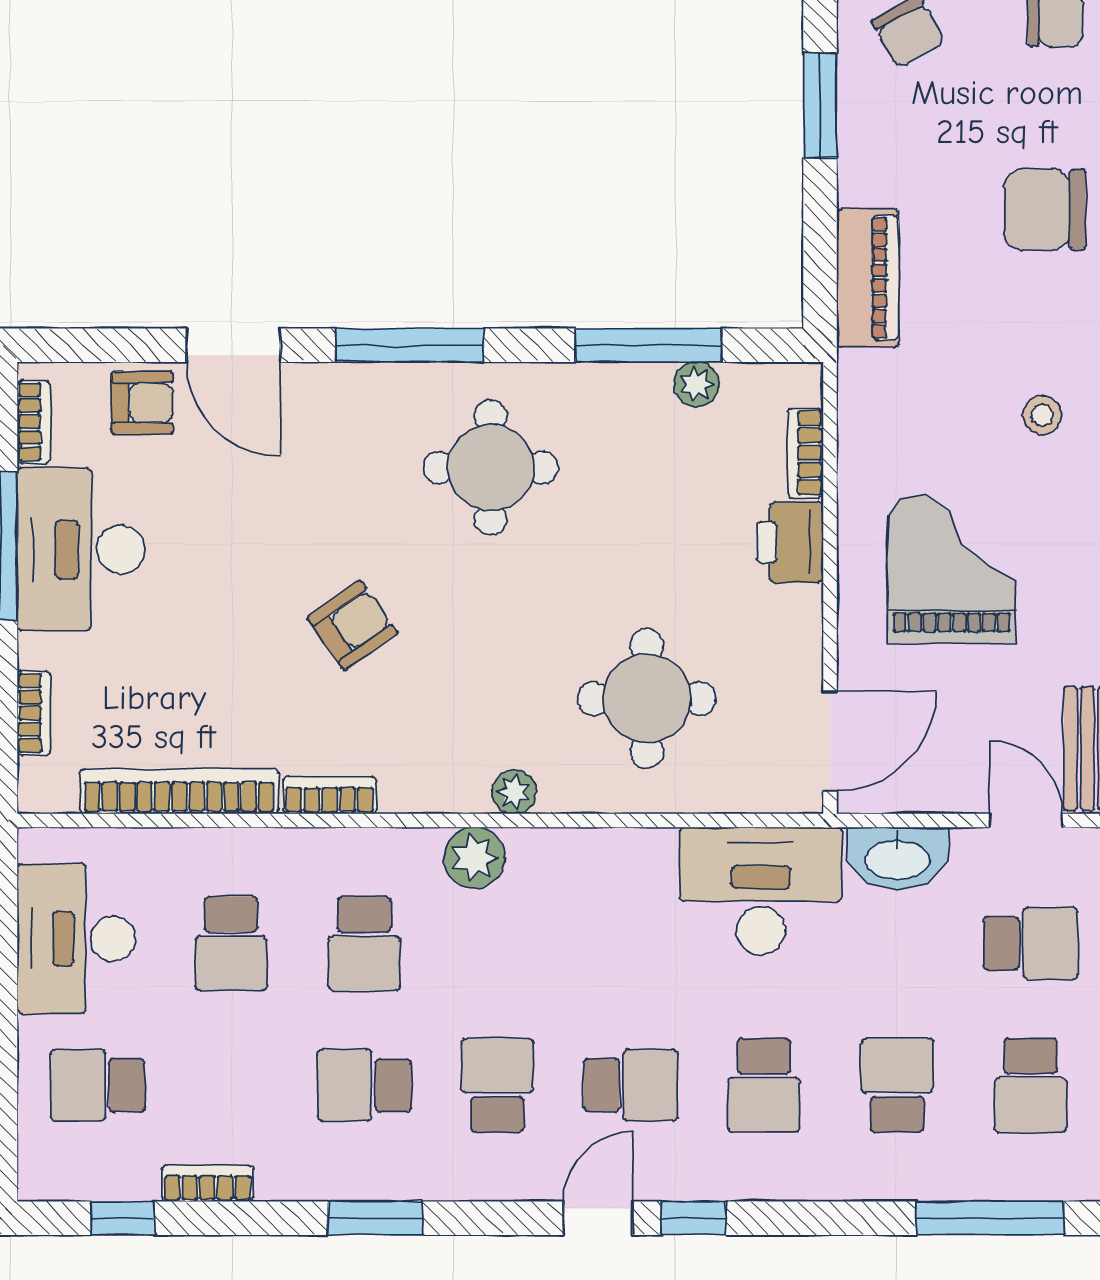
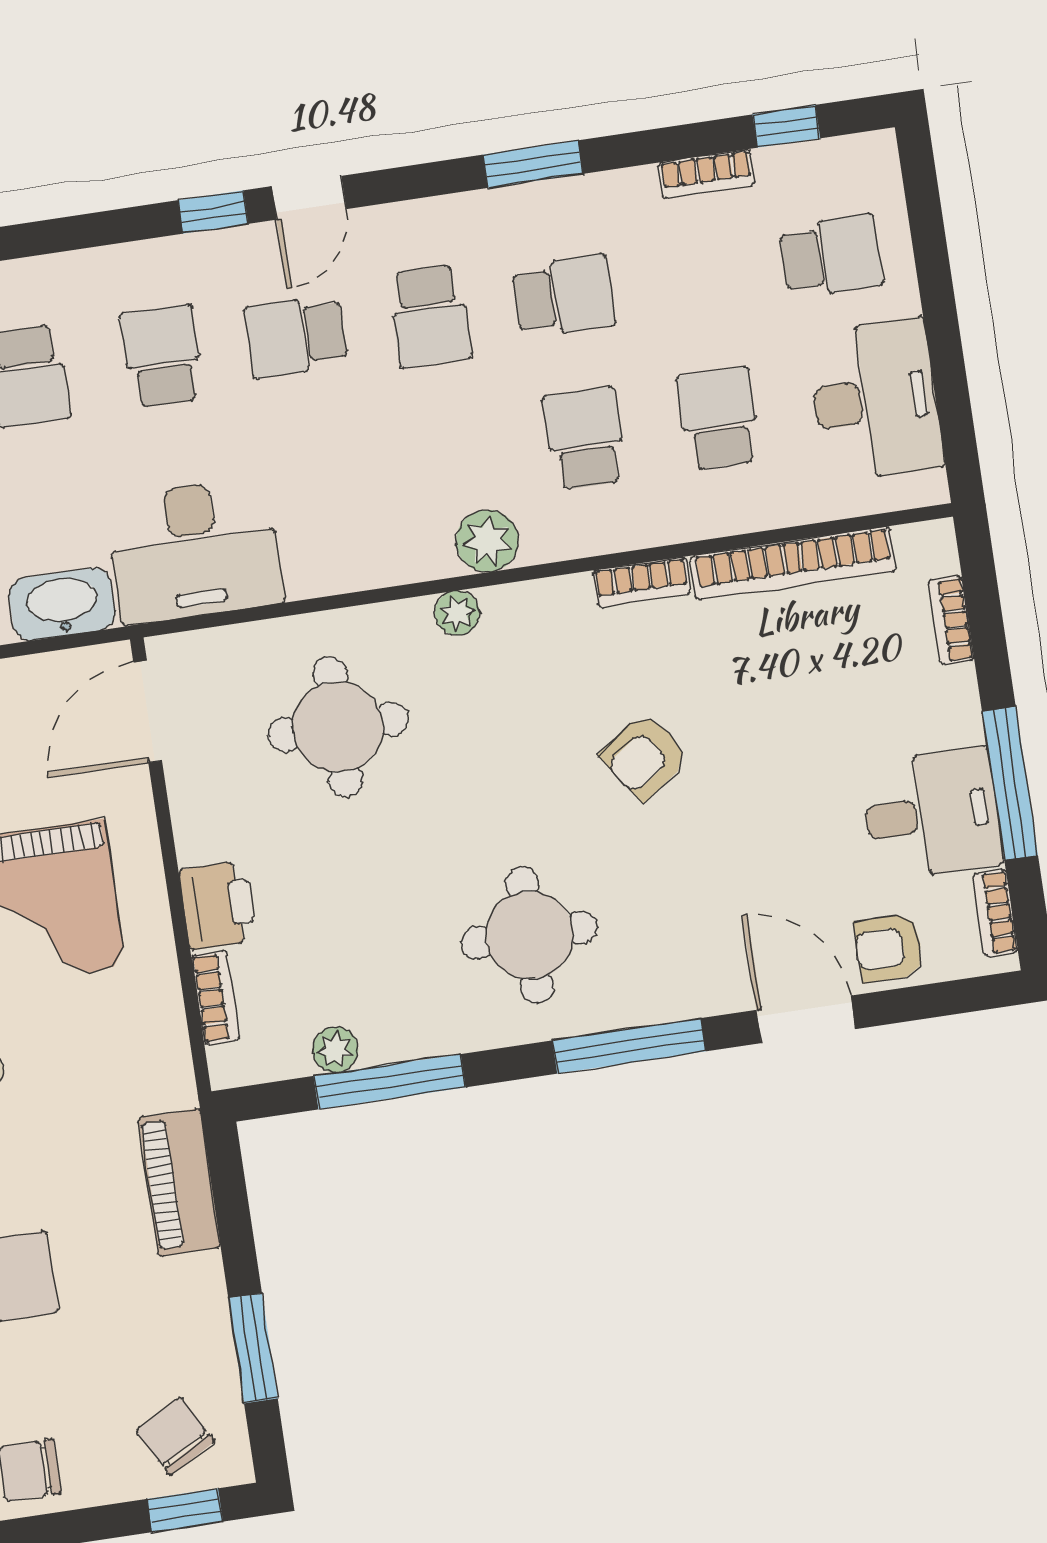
desk: (81, 549) -> (932, 814), width x0.73

